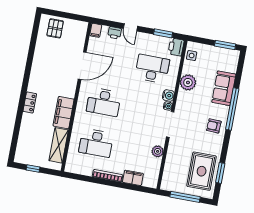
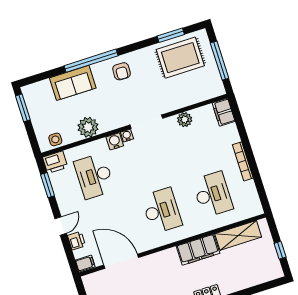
door: (82, 66) -> (121, 261), moved
filing cabinet: (133, 178) -> (224, 112), moved

